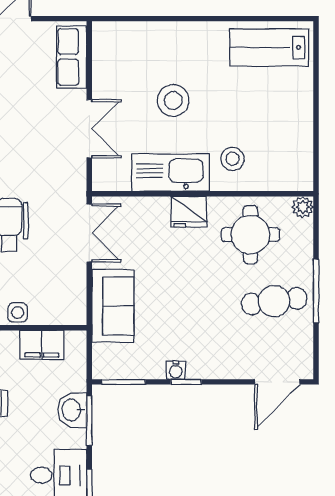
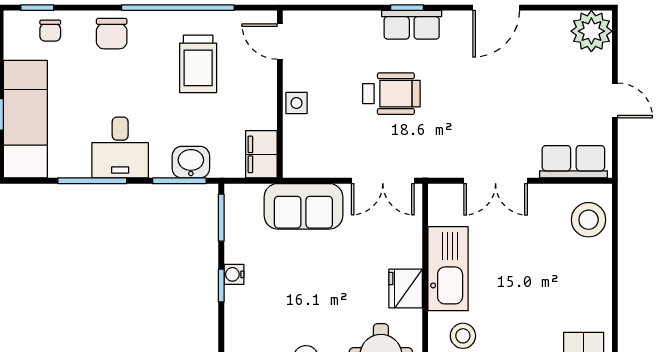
stool: (173, 100) -> (589, 220), moved
filing cabinet: (42, 345) -> (261, 154), moved

